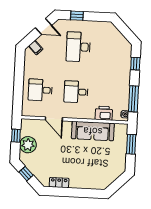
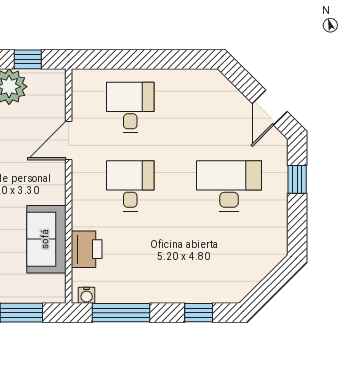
filing cabinet: (36, 48) -> (223, 93), removed
sofa: (93, 131) -> (46, 239), width x0.73

